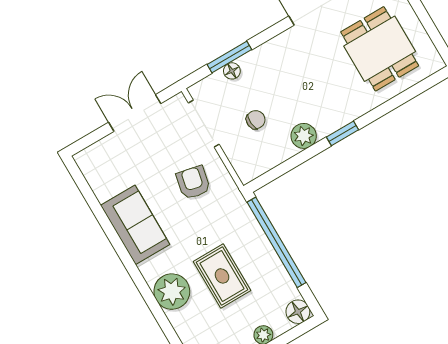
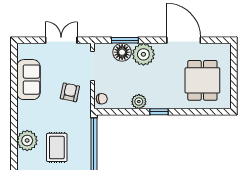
plant: (269, 62) -> (143, 54), added
floor lamp: (232, 71) -> (122, 52), width x1.89, depth x1.89
chair: (256, 120) -> (102, 99), moved
sofa: (135, 225) -> (28, 80), moved

